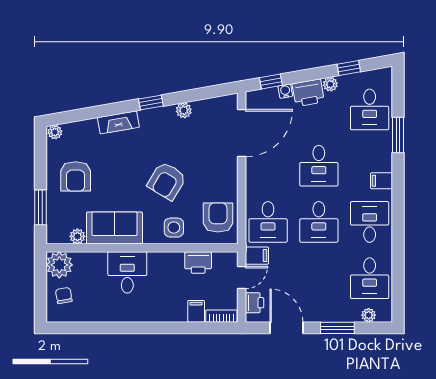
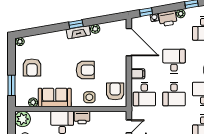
fireplace: (118, 122) -> (78, 32), moved
door: (242, 133) -> (129, 42), hinge flipped
desk: (319, 166) -> (174, 61), turned 180
armchair: (167, 181) -> (85, 70), turned -121
filing cabinet: (257, 256) -> (138, 74), moved
printer: (198, 262) -> (82, 118), moved

